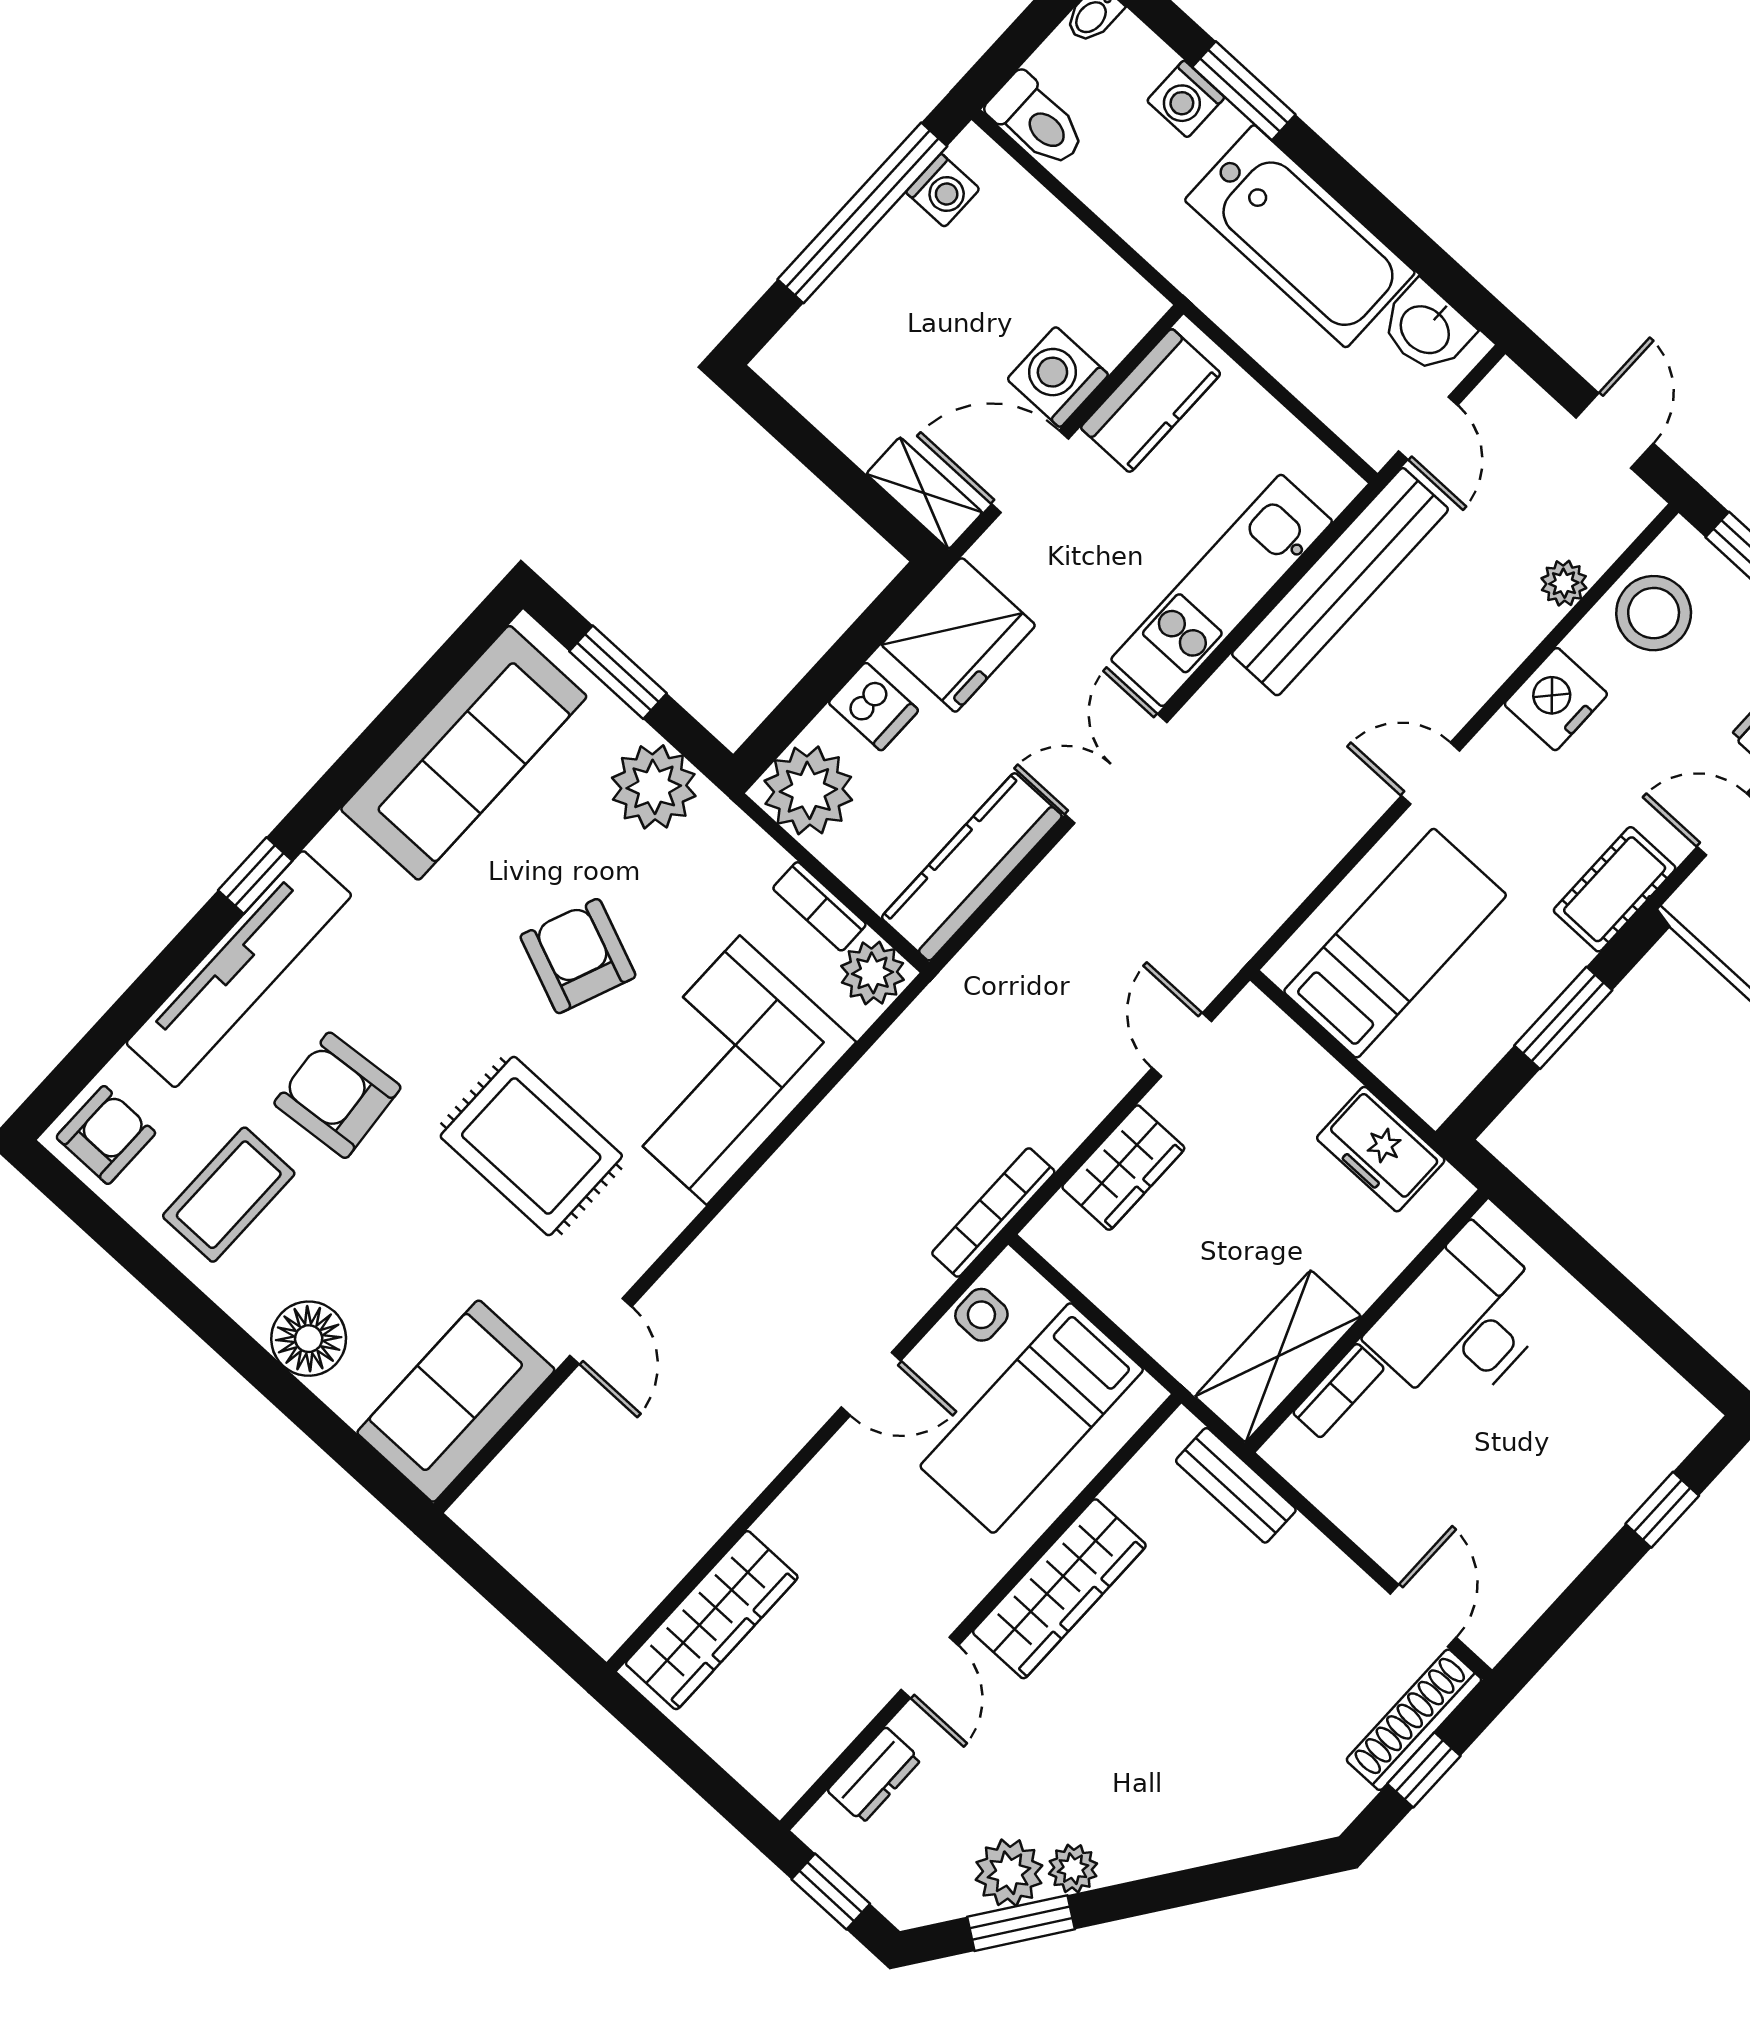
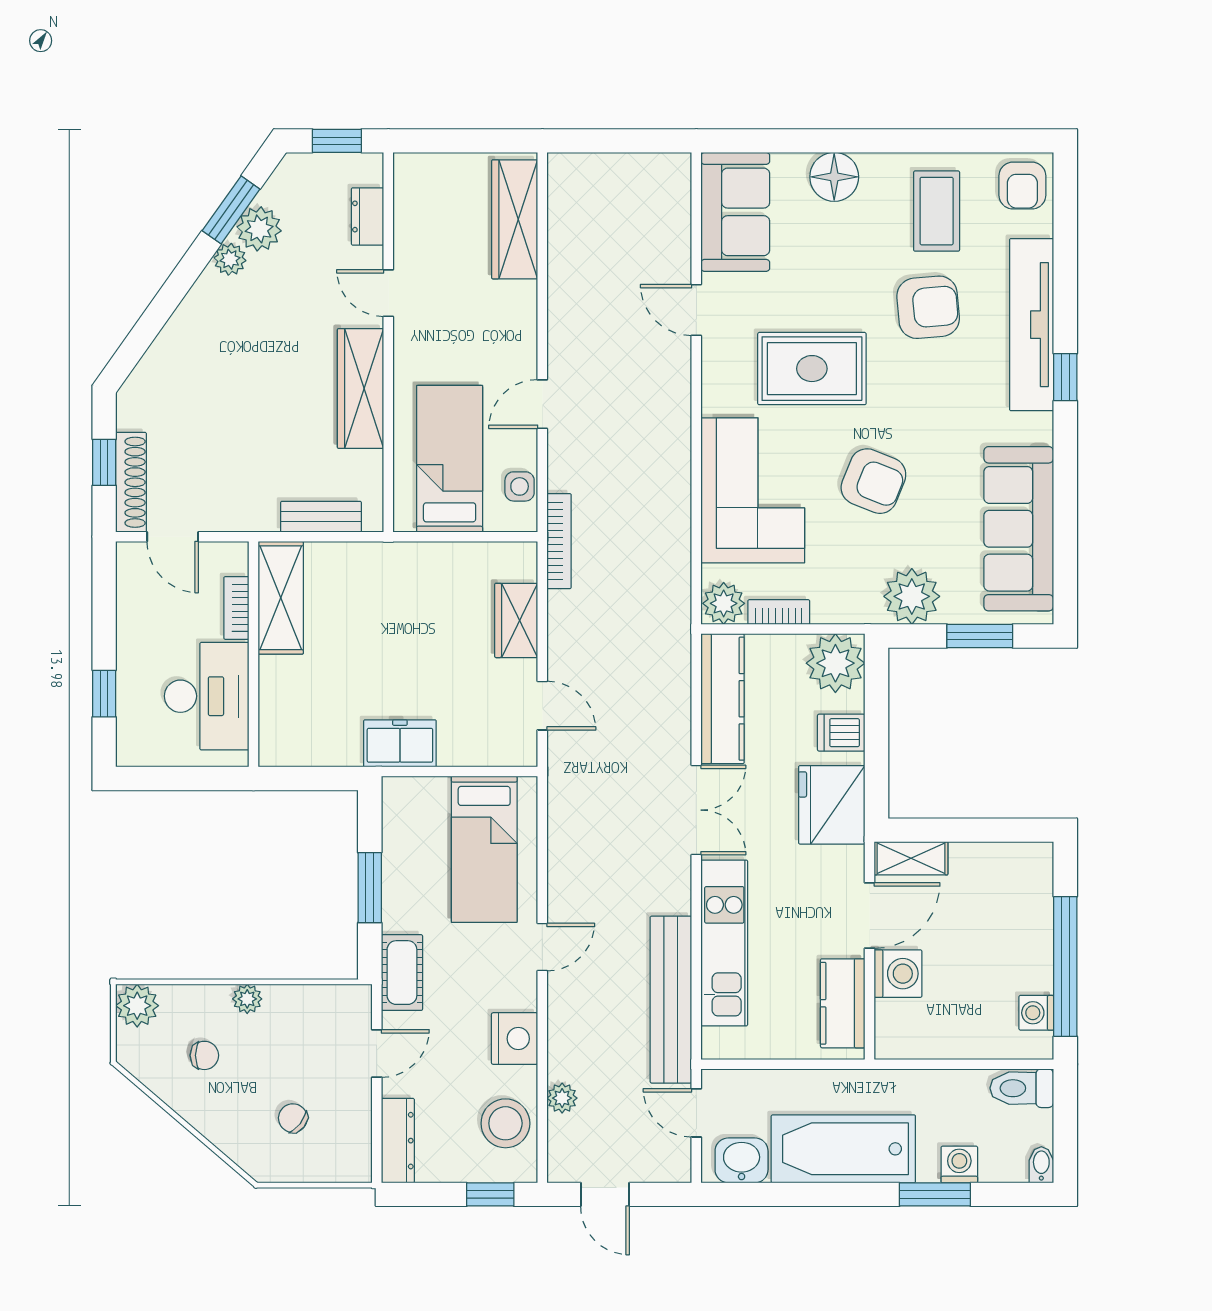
wall: (1367, 1321) -> (254, 654), moved
desk: (1463, 1322) -> (207, 696), moved
shelving: (1278, 1356) -> (281, 598), moved
bookcase: (1339, 1391) -> (236, 608), moved

